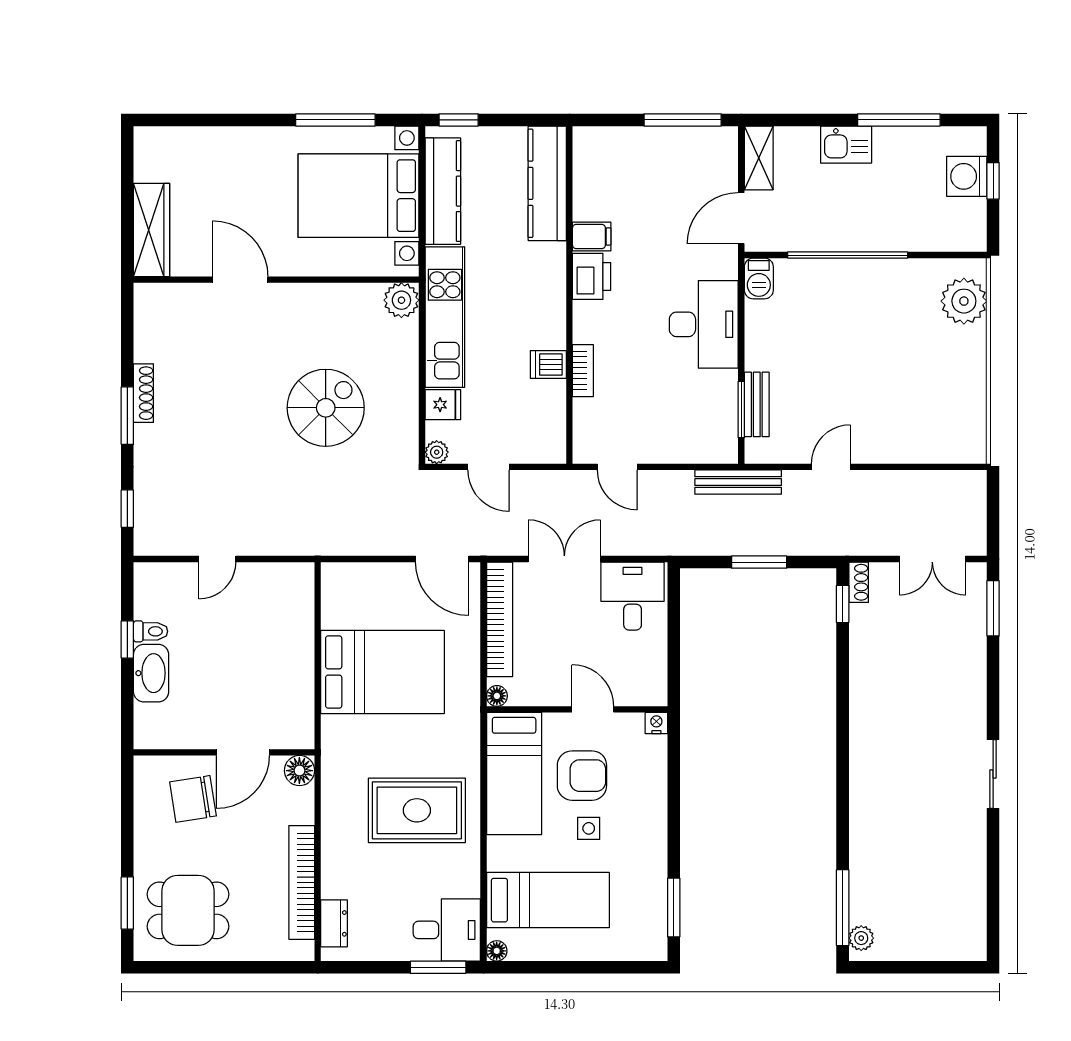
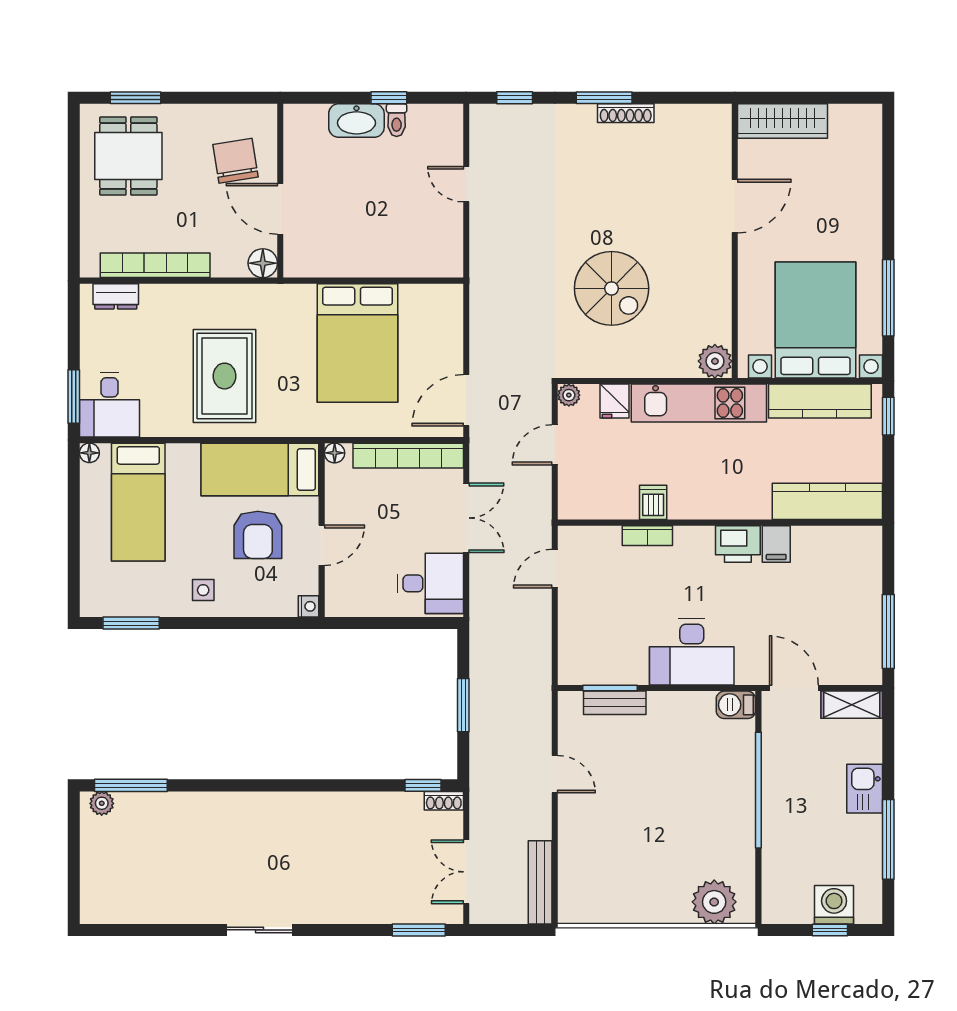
bench: (738, 482) -> (540, 882), moved
side table: (589, 828) -> (203, 590), moved

